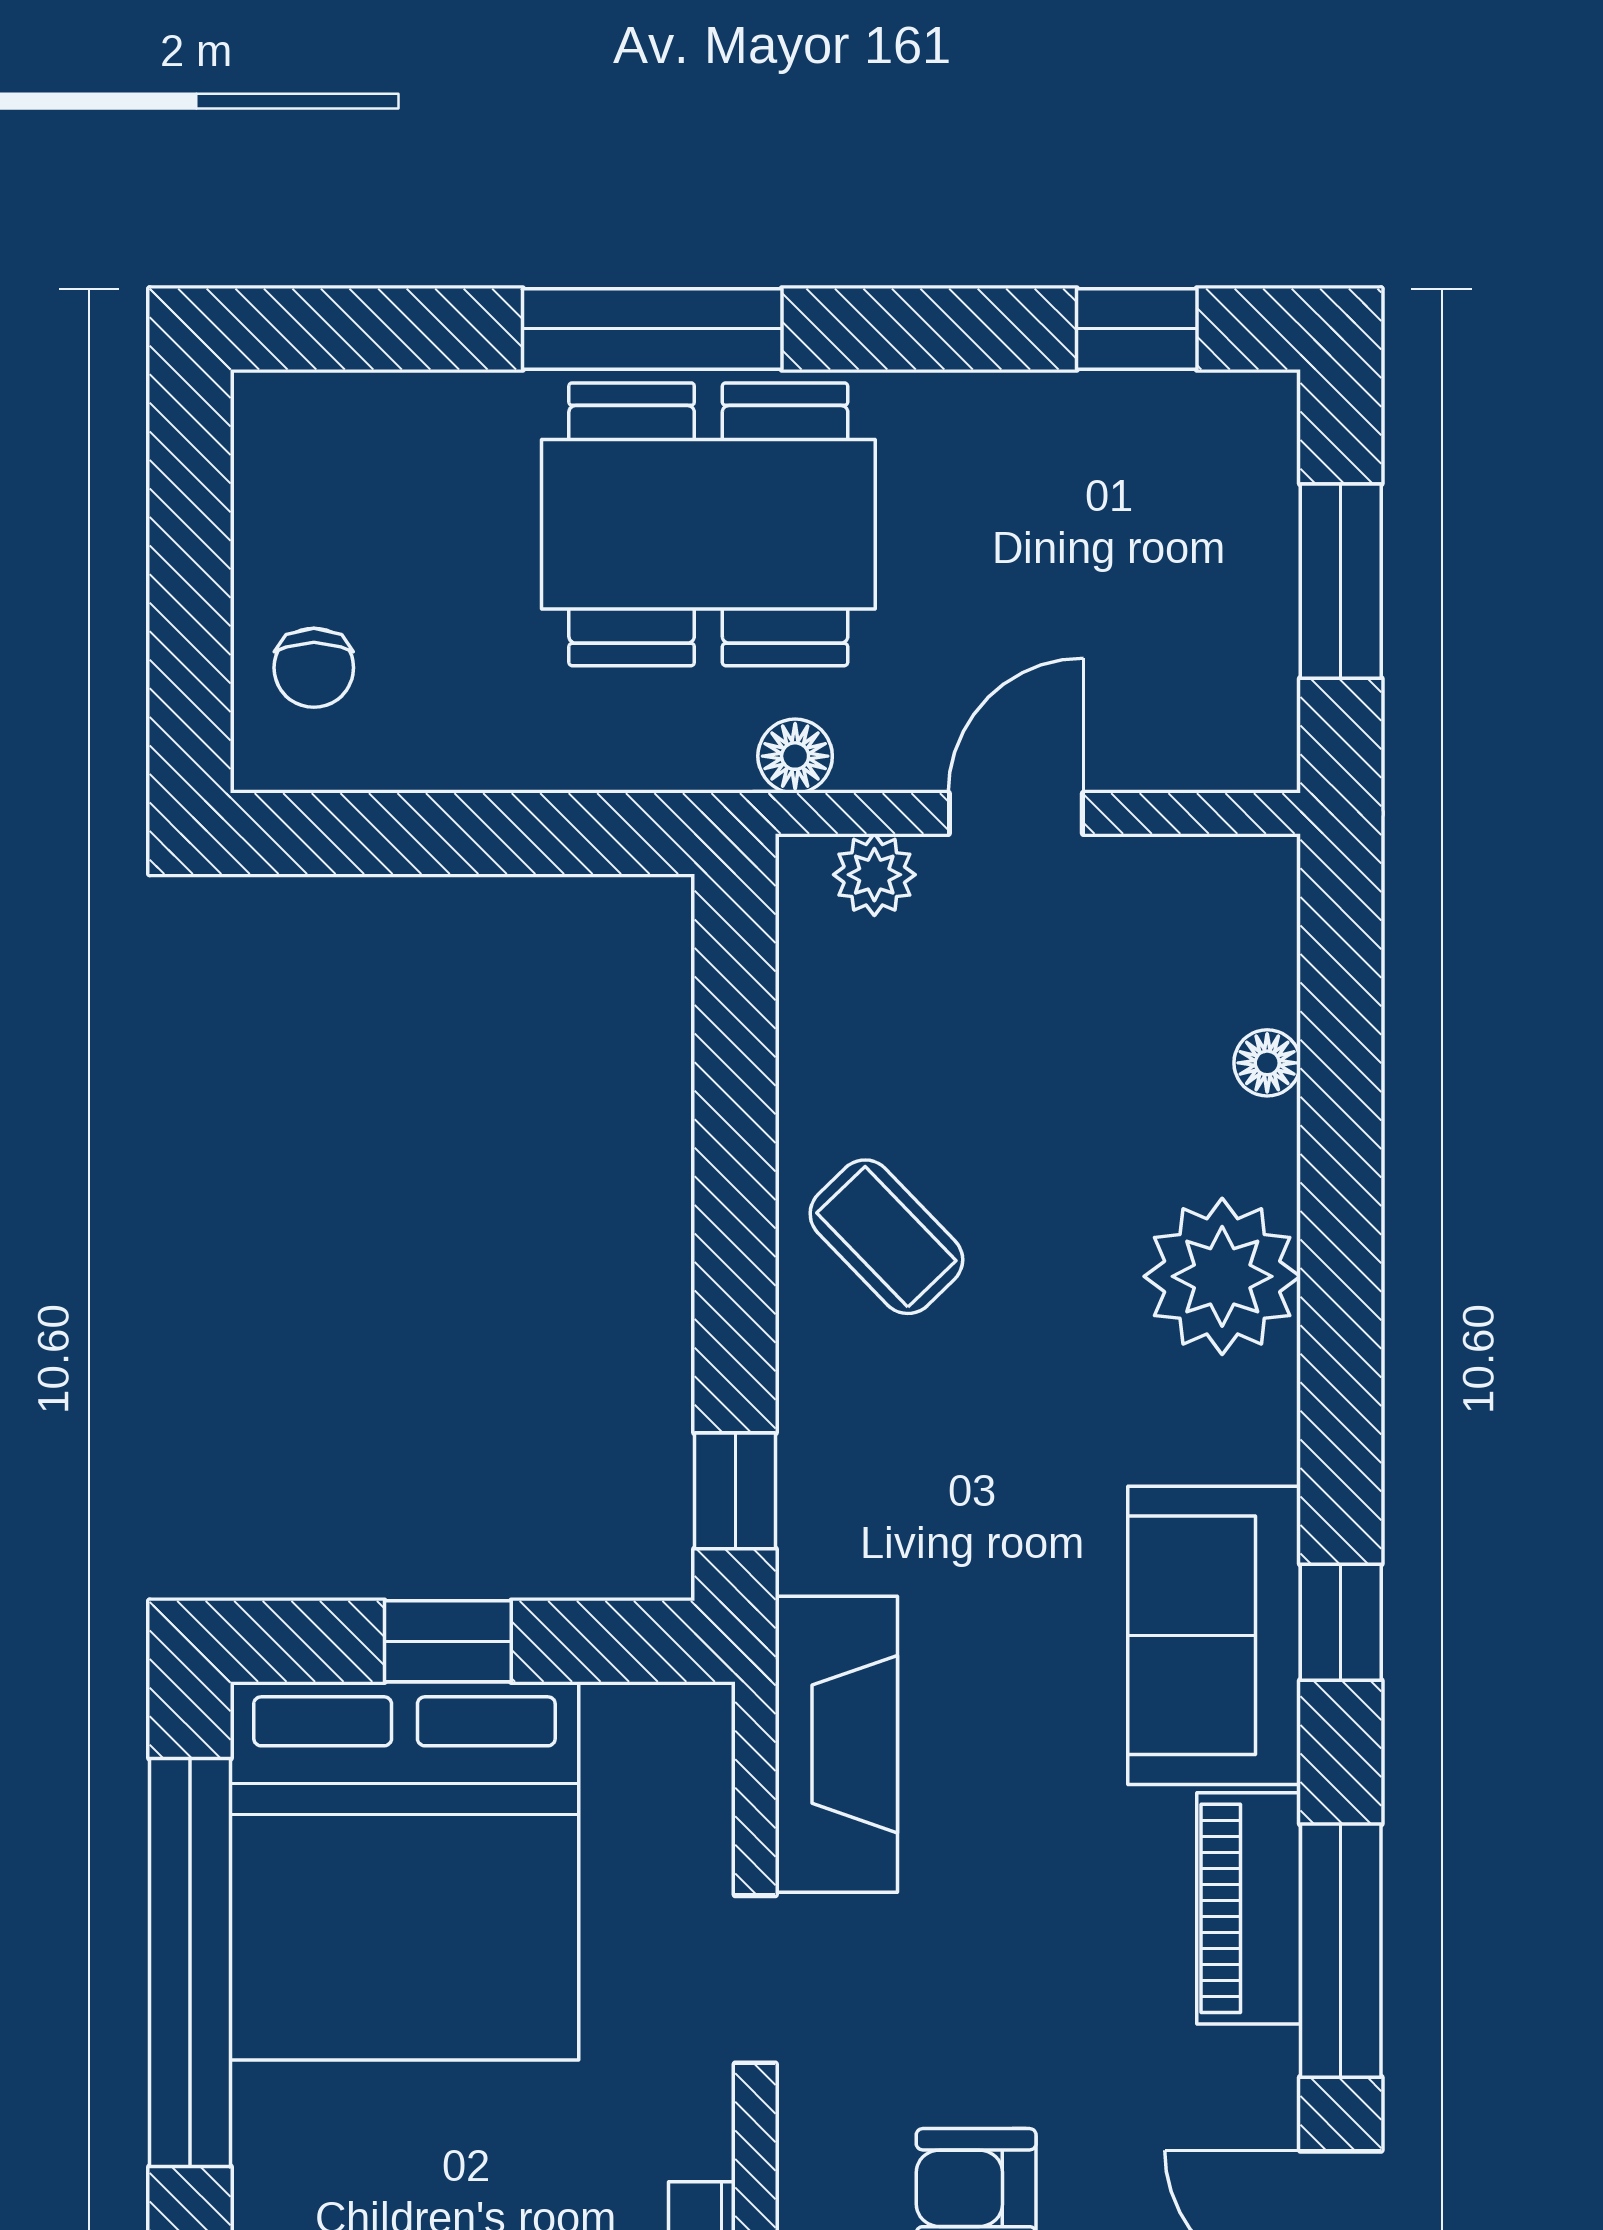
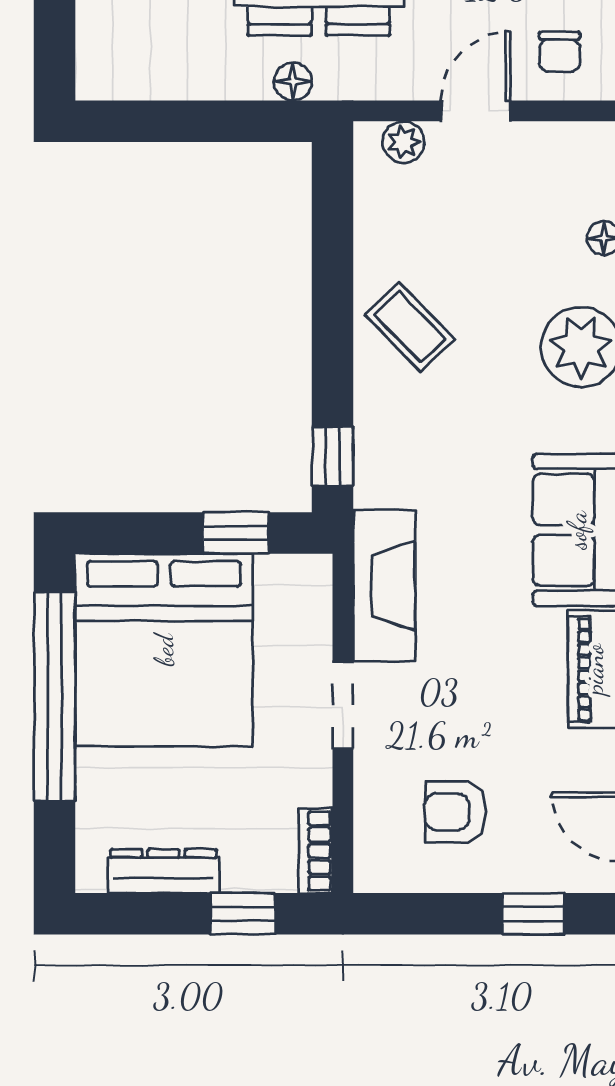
chair: (314, 668) -> (560, 52), moved
floor lamp: (795, 756) -> (293, 82), moved
window: (448, 1641) -> (236, 533), moved

